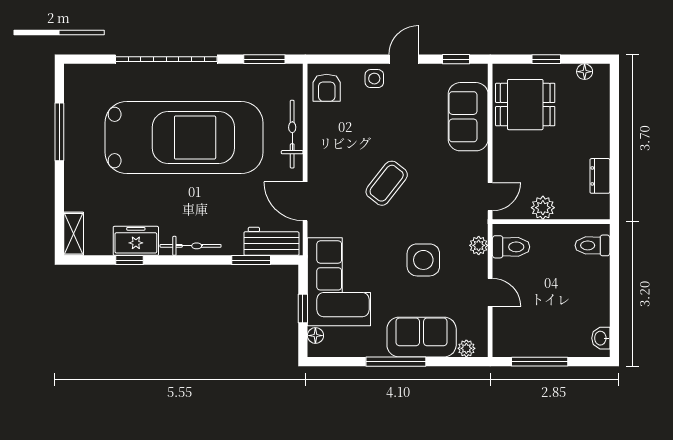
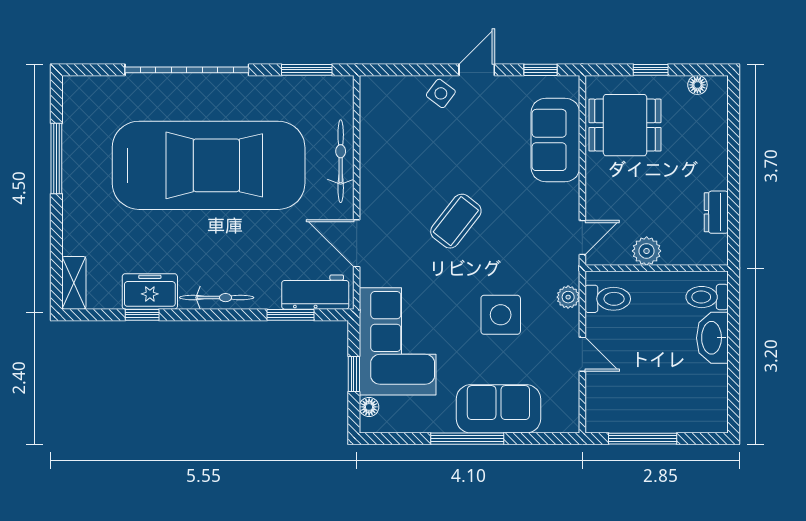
side table: (374, 79) -> (441, 93), turned 37
armchair: (327, 88) -> (383, 105), removed
washbasin: (601, 338) -> (712, 338), moved, width x1.91, depth x1.45
plant: (466, 348) -> (553, 423), removed

